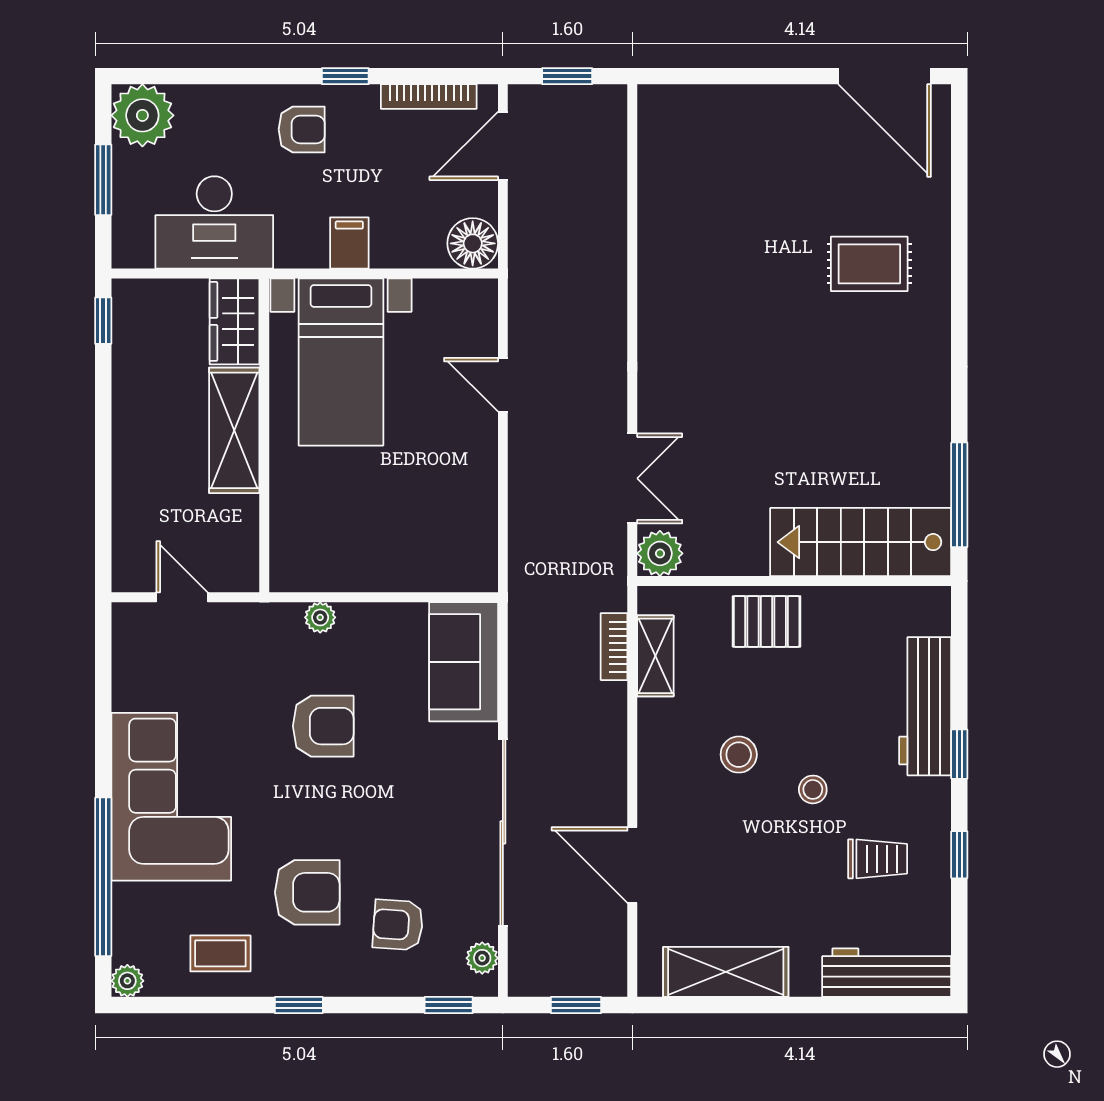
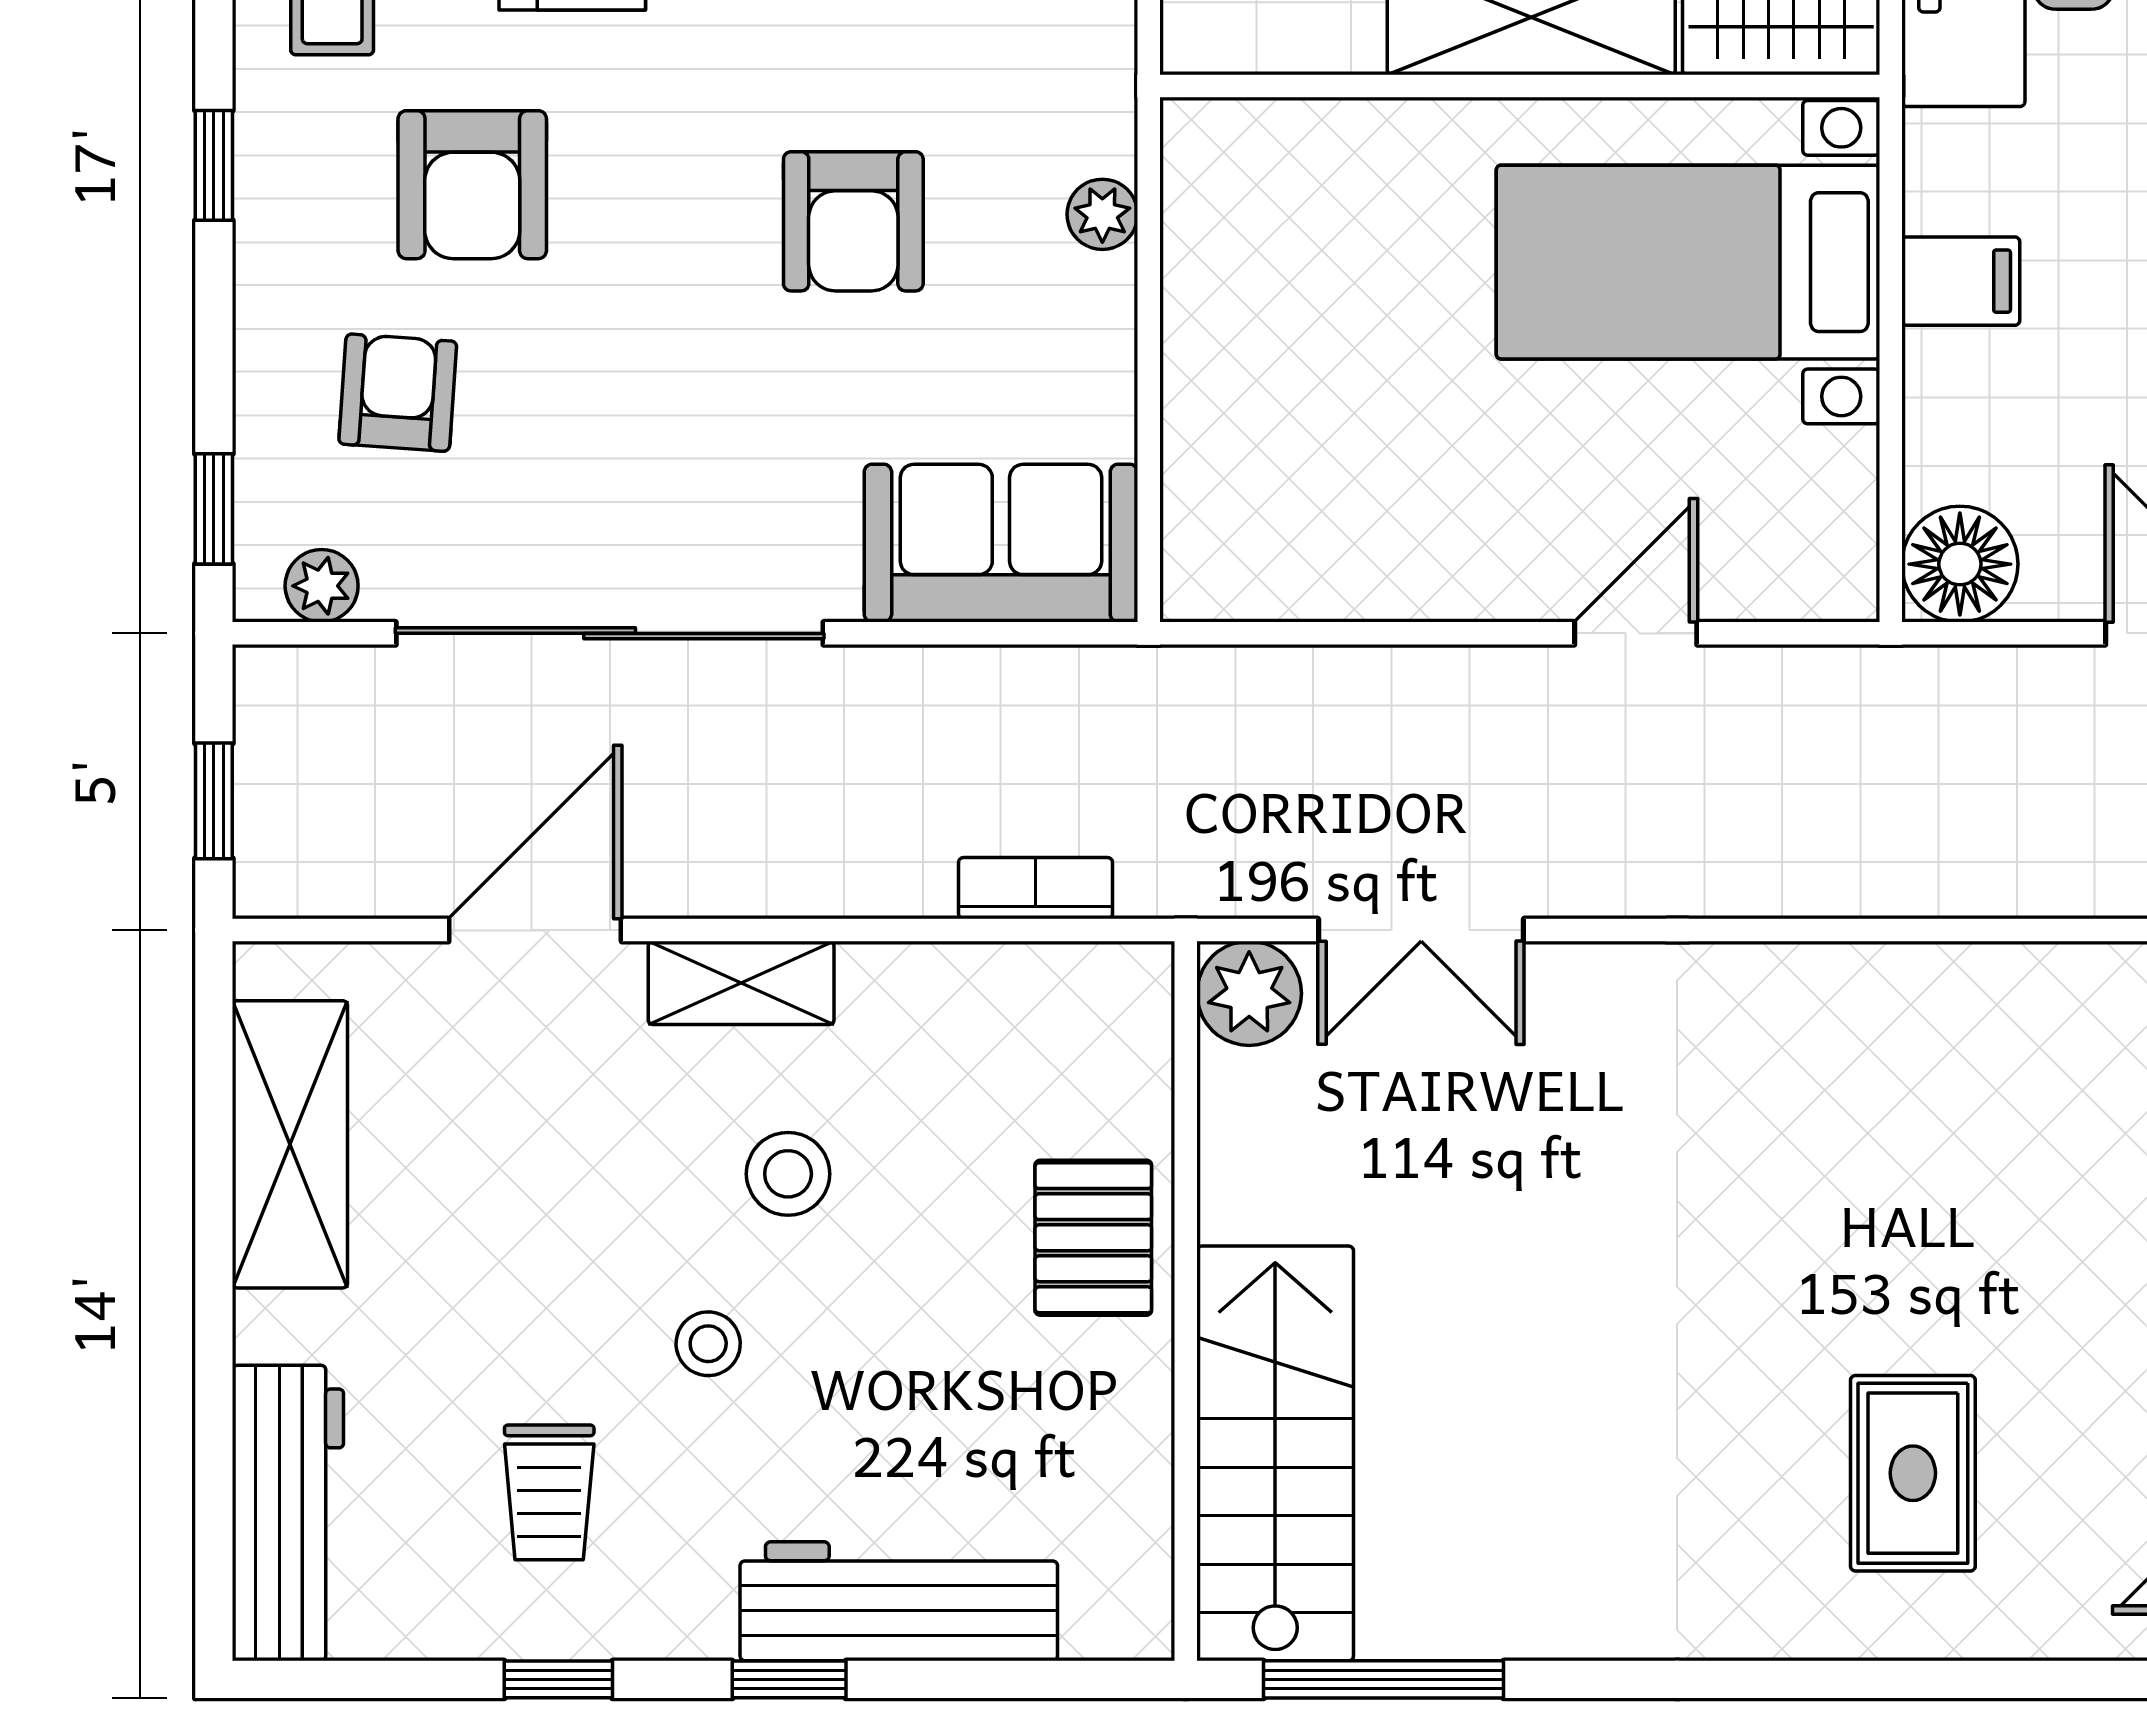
shelving: (655, 656) -> (741, 983), moved

